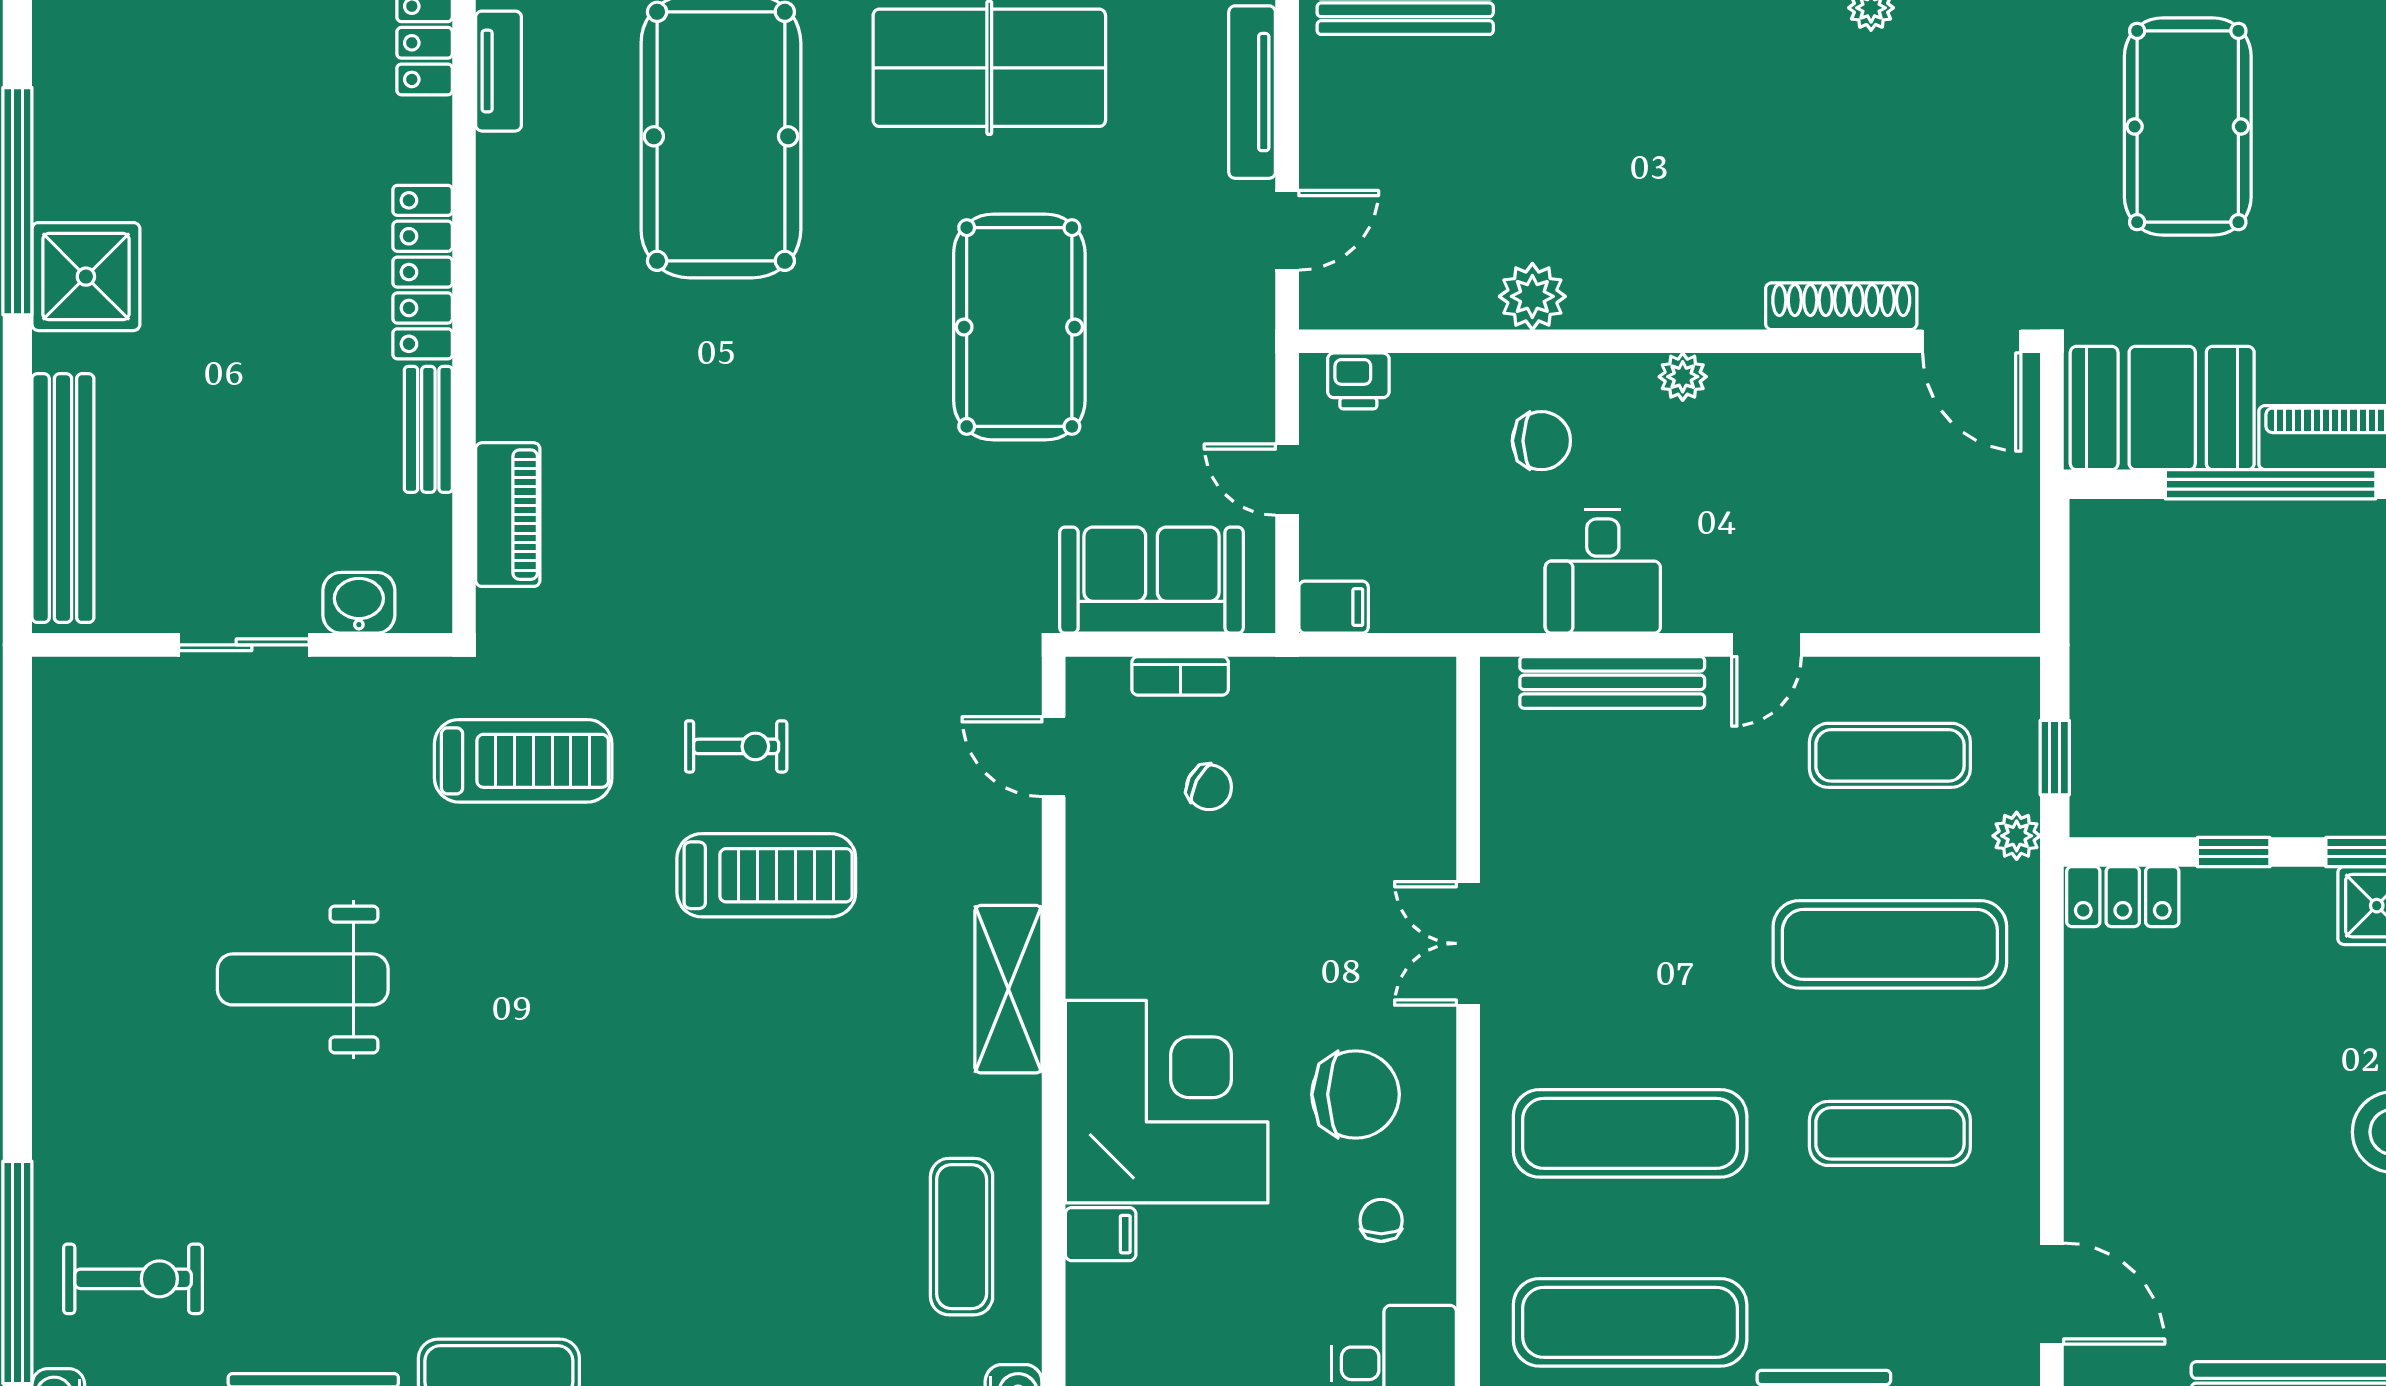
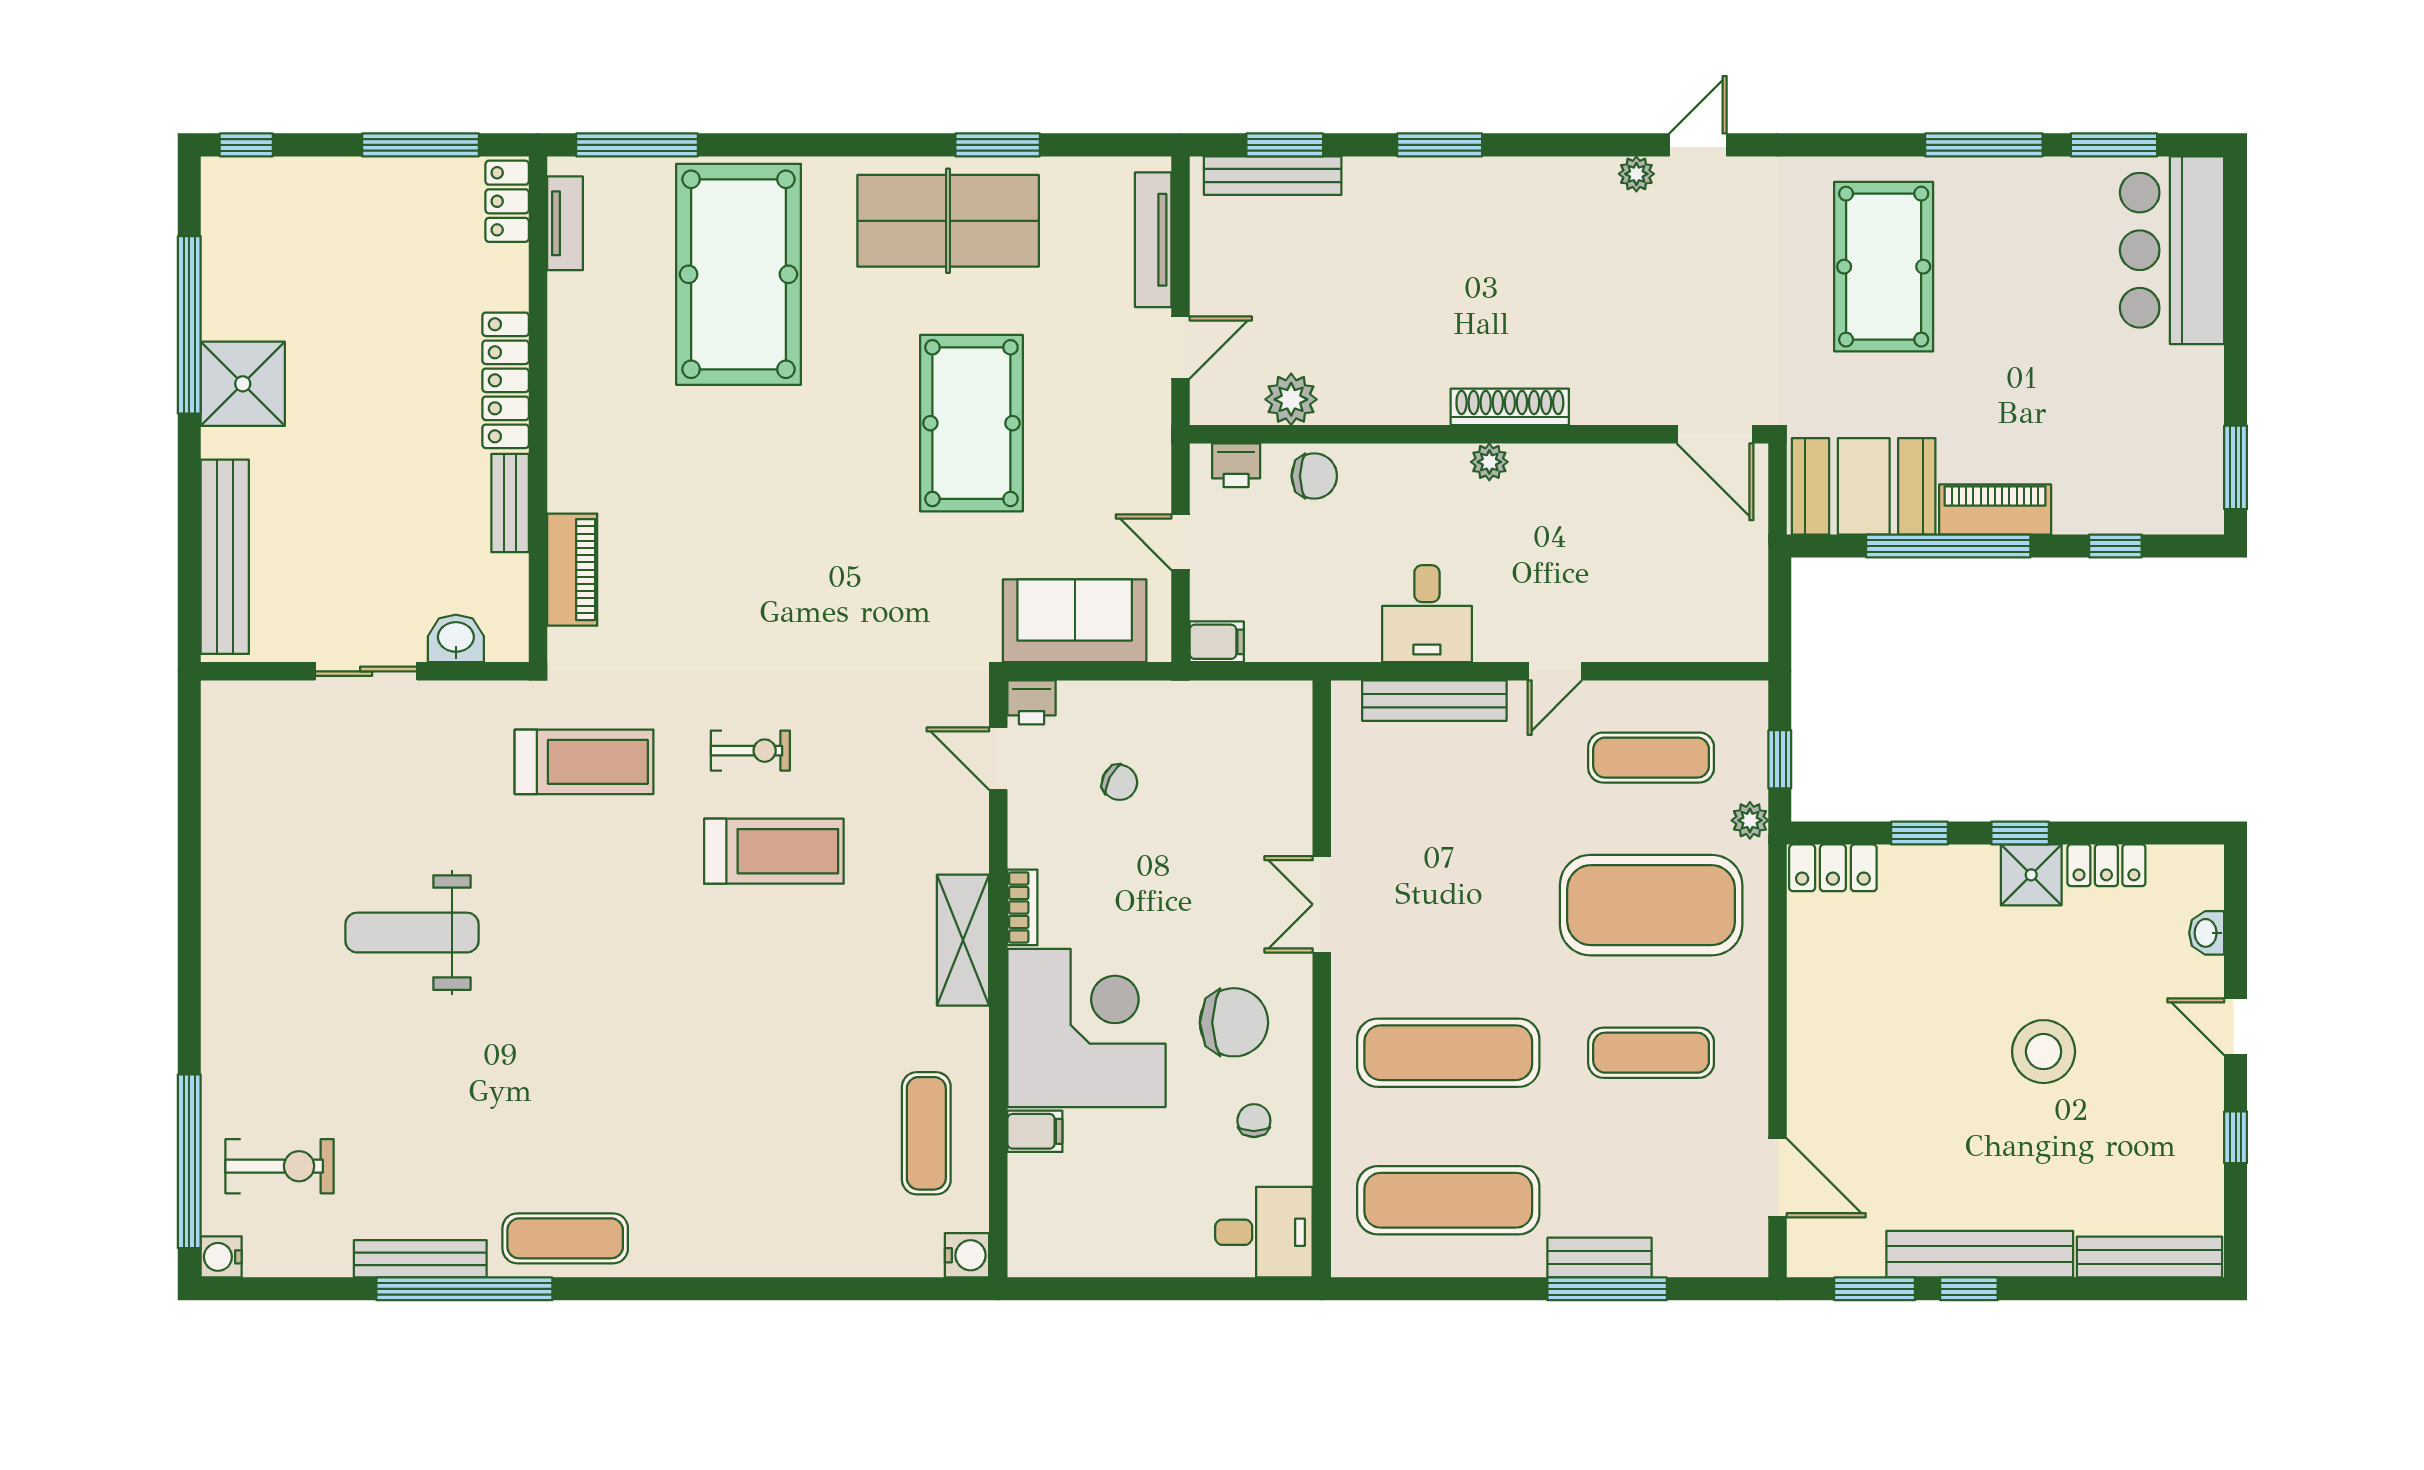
plant: (1532, 296) -> (1291, 399), moved
shoe rack: (1841, 306) -> (1510, 407), moved
chair: (1541, 441) -> (1314, 476), moved
bookcase: (1180, 676) -> (1022, 907), moved, turned -90
printer: (1096, 685) -> (1031, 702), added
exercise mat: (1890, 944) -> (1651, 905), width x1.47

